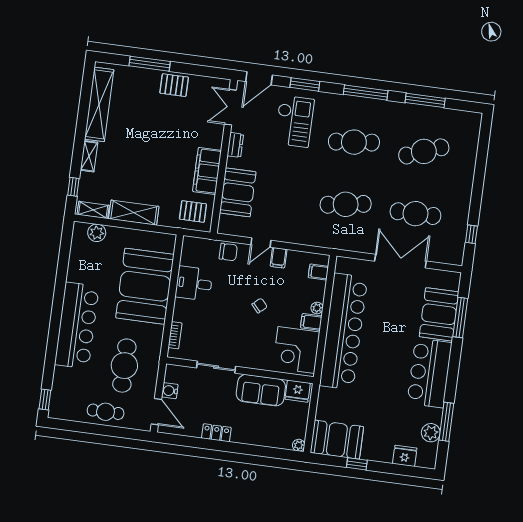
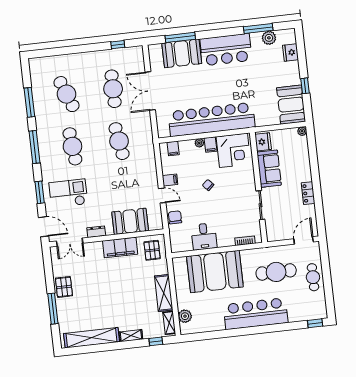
water cooler: (170, 391) -> (286, 234), removed

